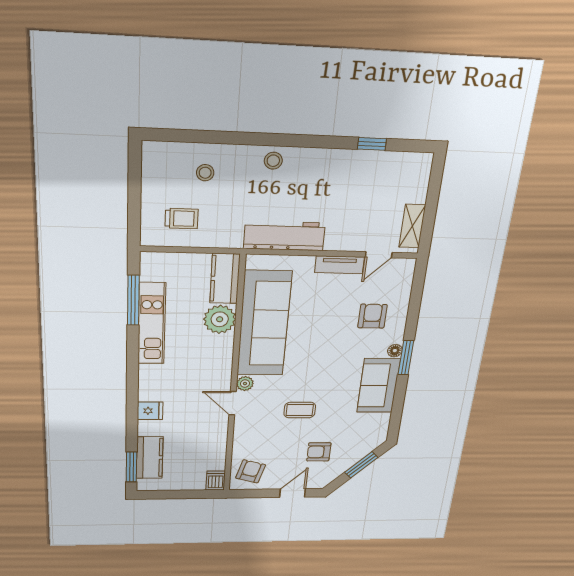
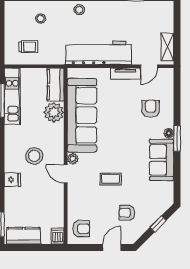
workbench: (284, 236) -> (98, 53), width x1.36, depth x1.32
kitchen unit: (152, 324) -> (12, 96), moved
stool: (185, 379) -> (34, 156), added
kitchen counter: (150, 458) -> (24, 236), moved, turned -90
window: (361, 465) -> (158, 224), width x0.67
armchair: (251, 471) -> (81, 229), turned 74

